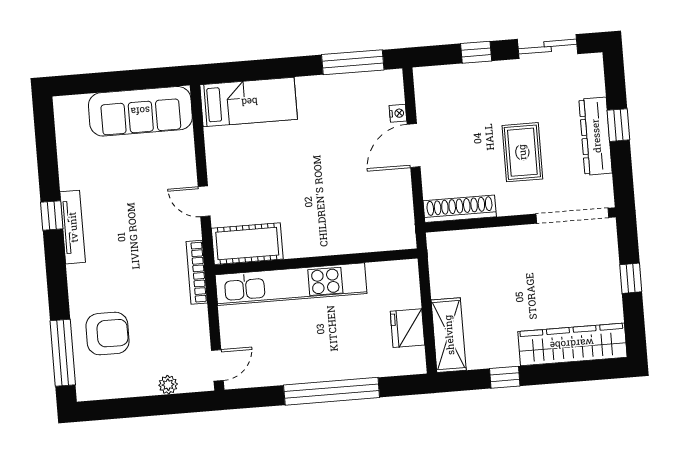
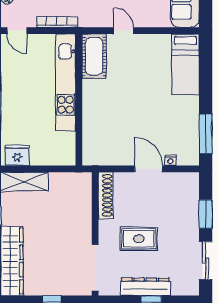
window: (476, 52) -> (206, 214), width x1.50
door: (204, 201) -> (124, 31), hinge flipped
bookcase: (197, 272) -> (57, 22), moved
fridge: (407, 328) -> (17, 155), moved

